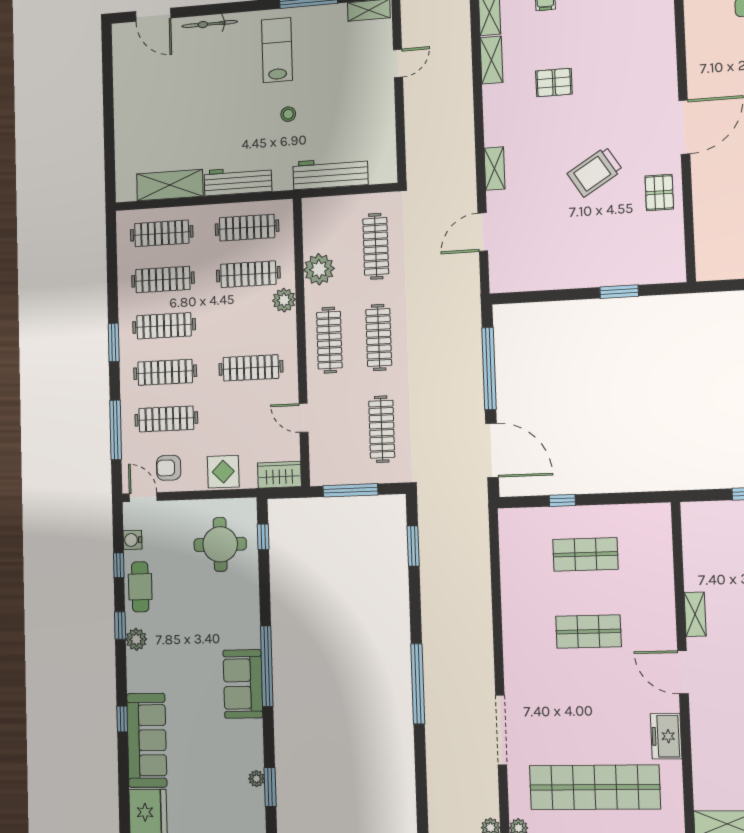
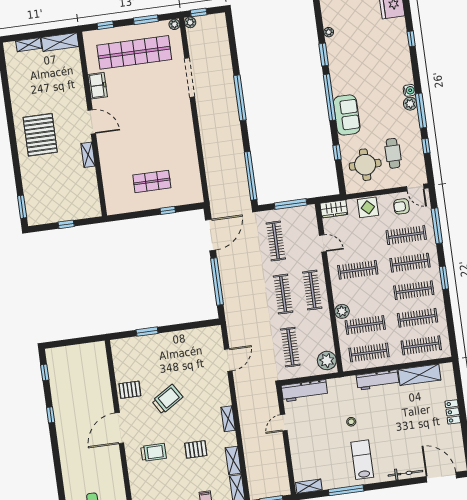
door: (153, 15) -> (441, 477), width x1.36
lab bench: (277, 50) -> (362, 460), turned 180
door: (398, 63) -> (284, 423), moved
trolley: (628, 81) -> (153, 452), added
locker: (124, 120) -> (453, 412), added
shelving: (495, 169) -> (228, 419), moved
workbench: (330, 173) -> (304, 391), moved
pallet: (659, 192) -> (130, 390), turned 90
plant: (319, 269) -> (327, 361), moved
door: (492, 450) -> (211, 235), swing flipped
armchair: (169, 468) -> (402, 206), turned 180
window: (263, 537) -> (337, 152), moved
water cooler: (132, 540) -> (409, 90), moved
window: (413, 546) -> (251, 176), width x2.11
cafe table: (140, 587) -> (393, 153), moved
window: (120, 625) -> (421, 111), width x2.17
shop shelf: (588, 632) -> (146, 138), removed
sofa: (243, 684) -> (347, 115), moved
window: (122, 719) -> (411, 39), moved
sofa: (147, 740) -> (397, 46), removed
window: (270, 787) -> (324, 55), moved

